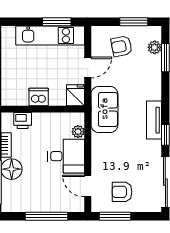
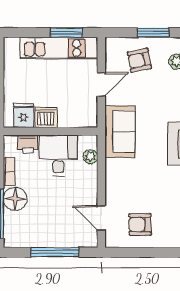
fridge: (76, 95) -> (23, 116), moved
desk: (66, 156) -> (58, 156), moved, turned -90
window: (115, 216) -> (132, 252), removed

